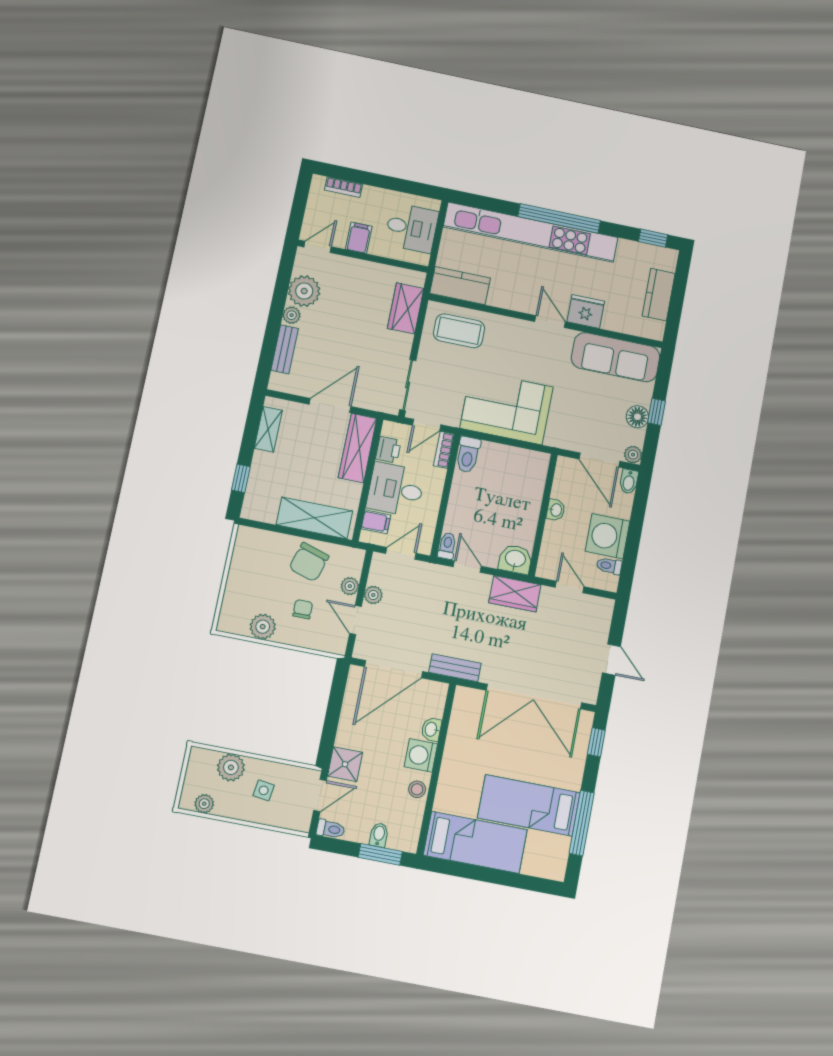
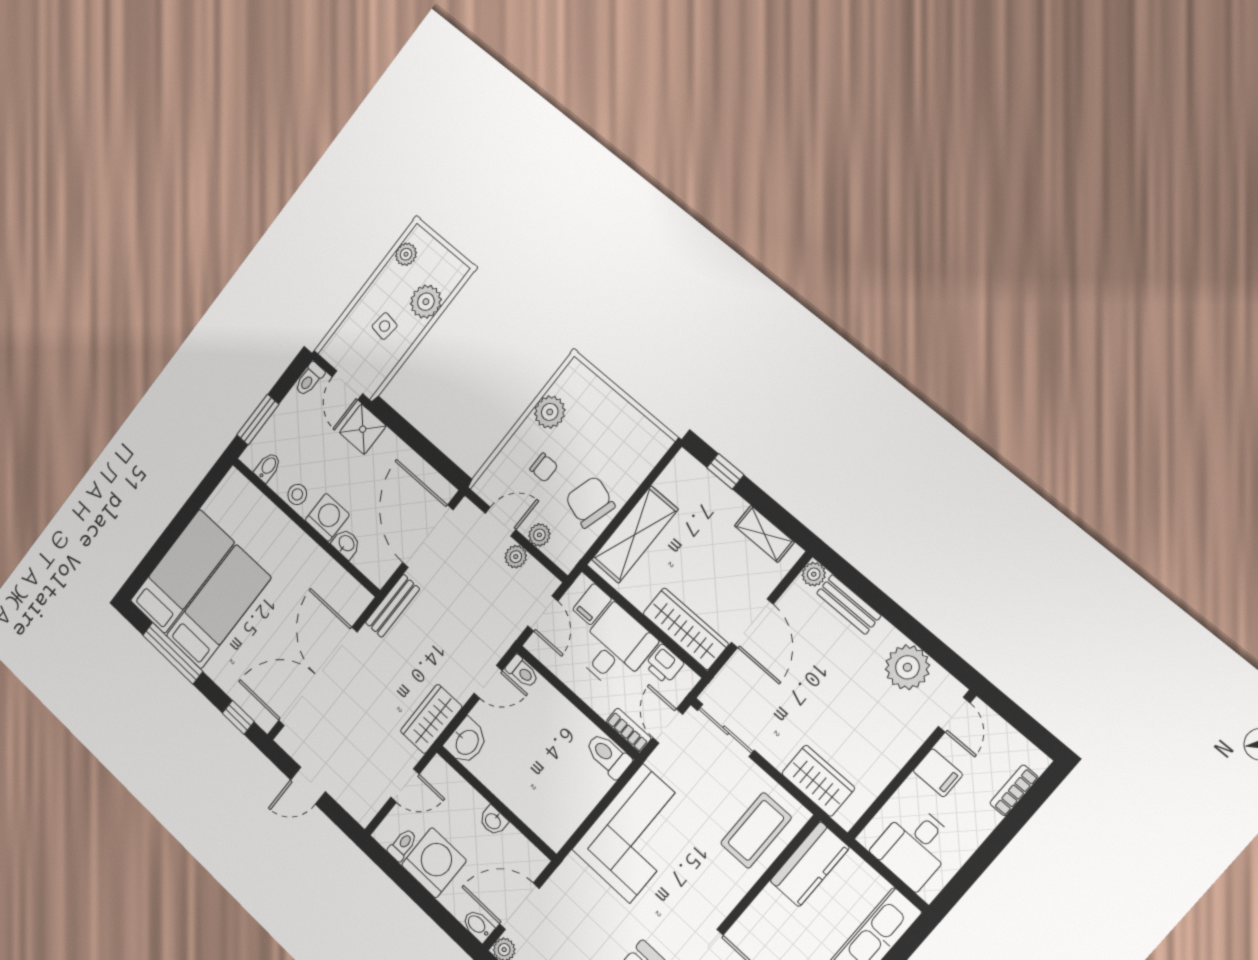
plant: (292, 315) -> (814, 574), moved
bidet: (379, 835) -> (268, 467), moved, turned -90
bed: (475, 842) -> (182, 572), moved, turned 180

